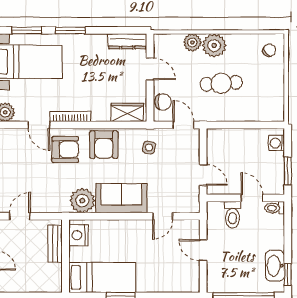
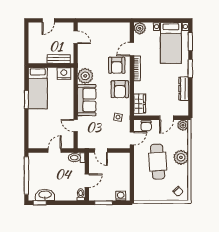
dresser: (127, 41) -> (184, 89), moved
plant: (192, 42) -> (183, 125), moved
cafe table: (221, 83) -> (158, 162), width x1.37, depth x1.35
armchair: (104, 145) -> (120, 89), turned -90
door: (203, 175) -> (101, 151), hinge flipped
toilet: (233, 215) -> (77, 158), moved

